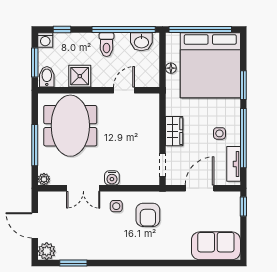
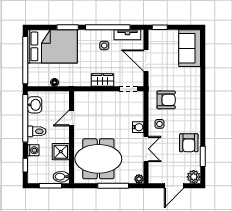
washing machine: (45, 40) -> (33, 150), moved
bed: (210, 65) -> (52, 46), width x0.73
door: (124, 90) -> (71, 118), hinge flipped
armchair: (91, 245) -> (189, 143), added

